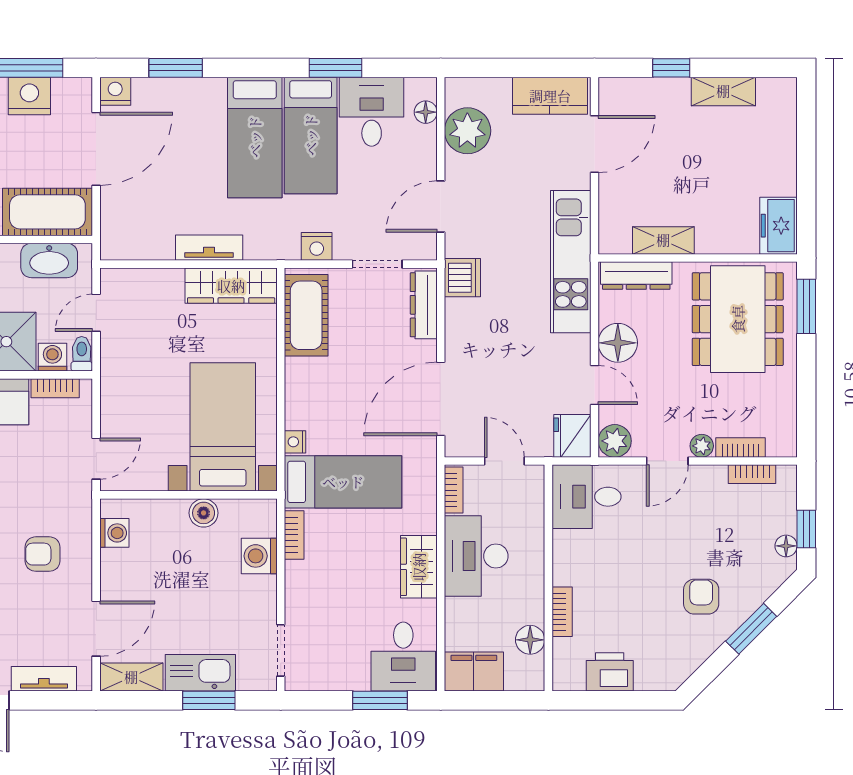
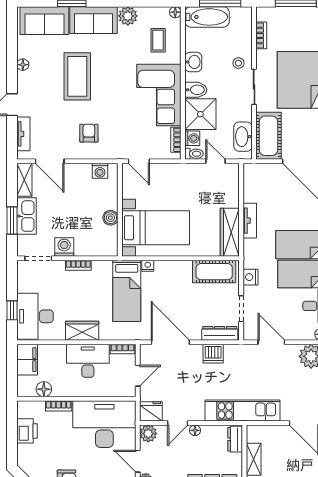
dresser: (636, 276) -> (235, 439), width x0.70
dishwasher: (462, 278) -> (213, 354), moved
floor lamp: (618, 343) -> (195, 430), width x0.53, depth x0.53
desk: (587, 497) -> (104, 424), width x1.87, depth x1.30
bookcase: (294, 535) -> (78, 265), moved
washing machine: (259, 556) -> (64, 247), moved
desk: (403, 657) -> (35, 316), width x1.37
window: (380, 700) -> (12, 310), width x0.67

